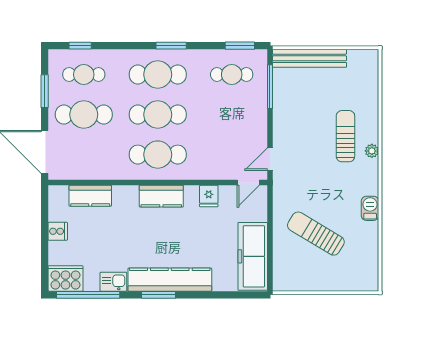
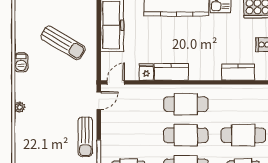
sun lounger: (345, 136) -> (85, 137), moved
kitchen counter: (161, 196) -> (171, 72), moved

